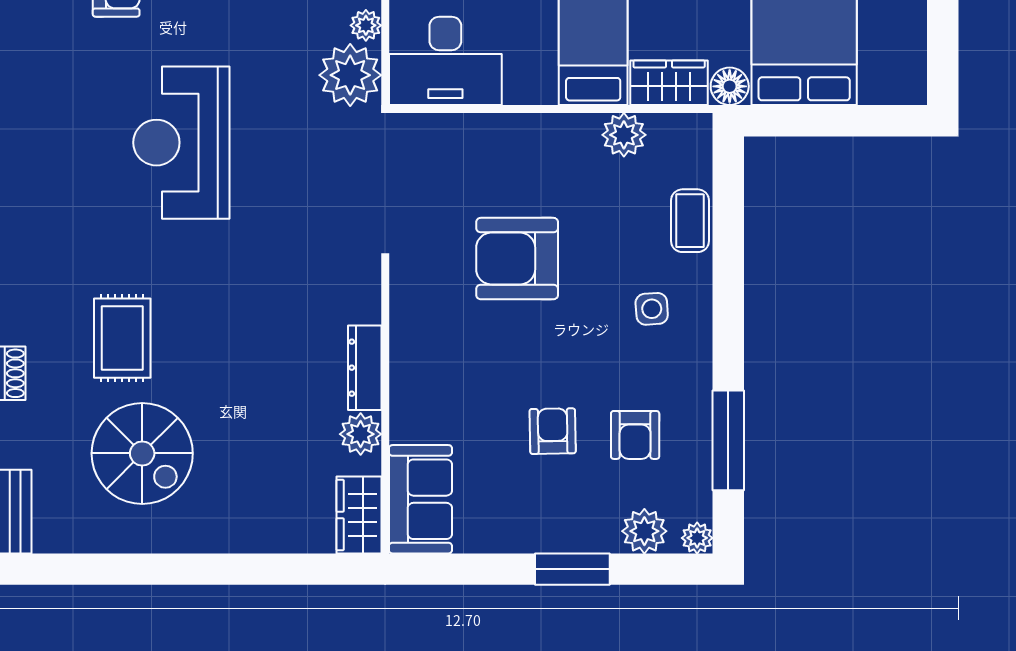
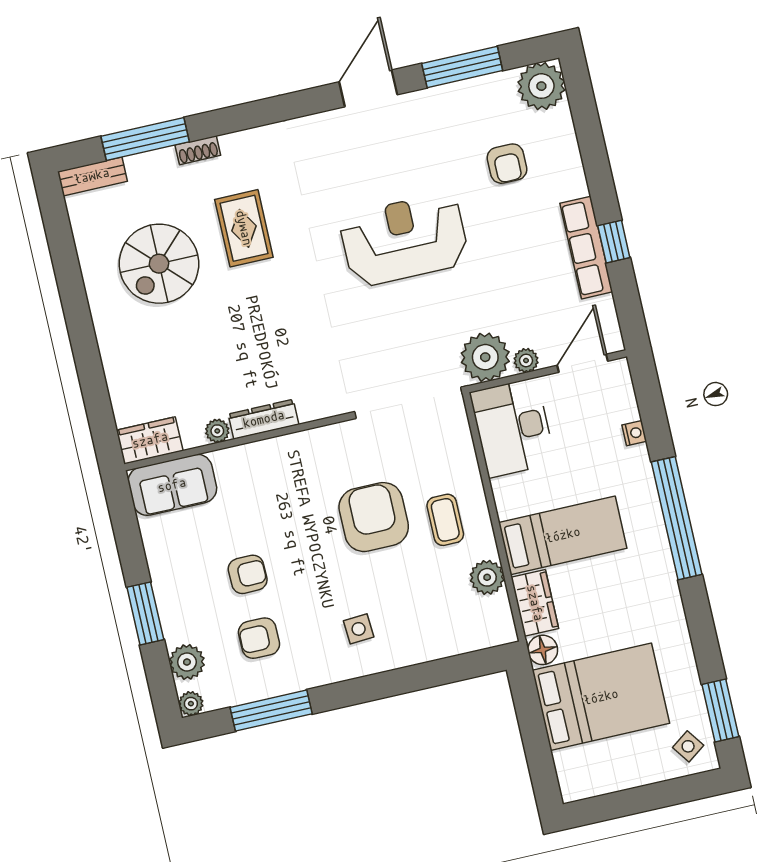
coffee table: (690, 221) -> (445, 520), moved, turned 90
rug: (122, 338) -> (244, 228), turned 90
plant: (361, 434) -> (217, 431), width x0.73, depth x0.73

